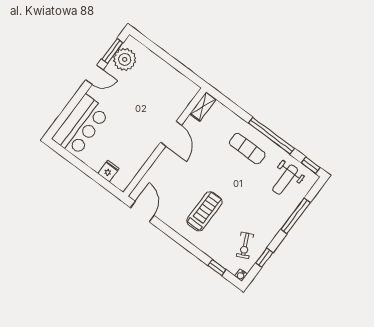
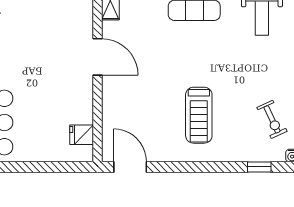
fridge: (109, 171) -> (82, 135), moved, turned -90
treadmill: (204, 211) -> (199, 115), turned 180

